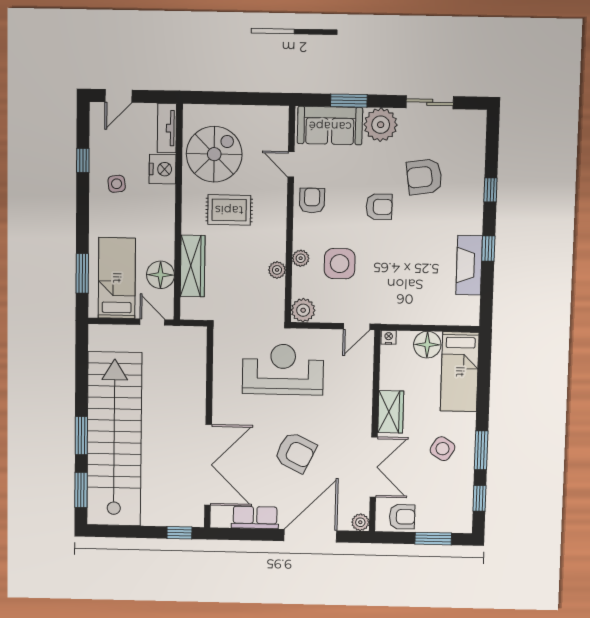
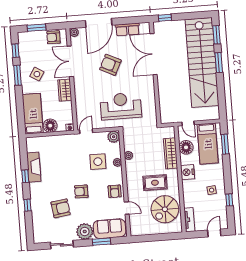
nightstand: (163, 169) -> (188, 172), moved
reception desk: (283, 369) -> (121, 106), turned 180

